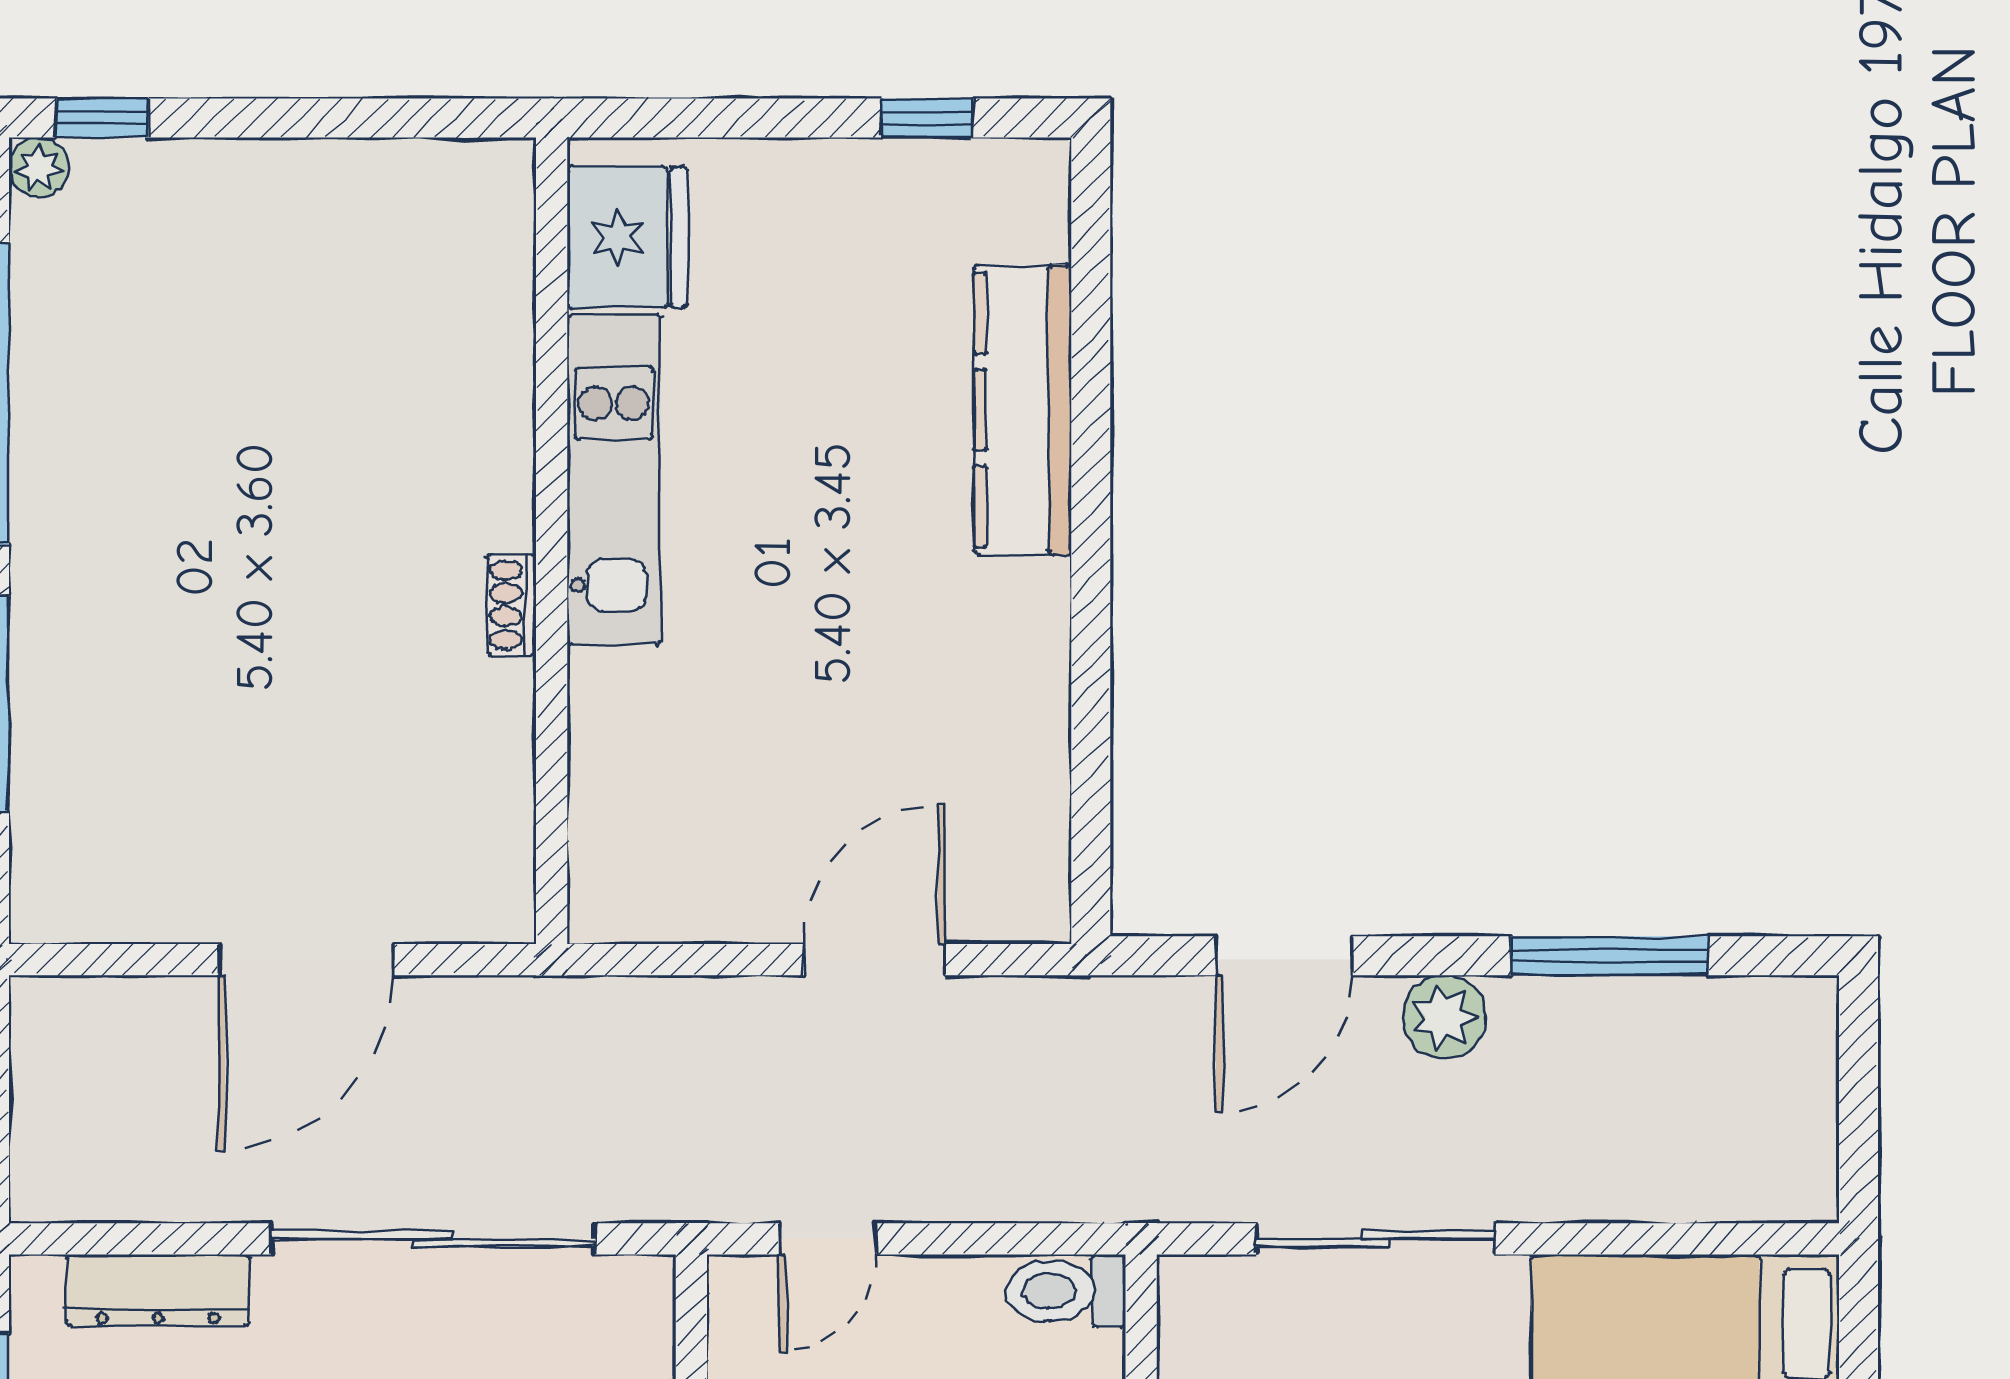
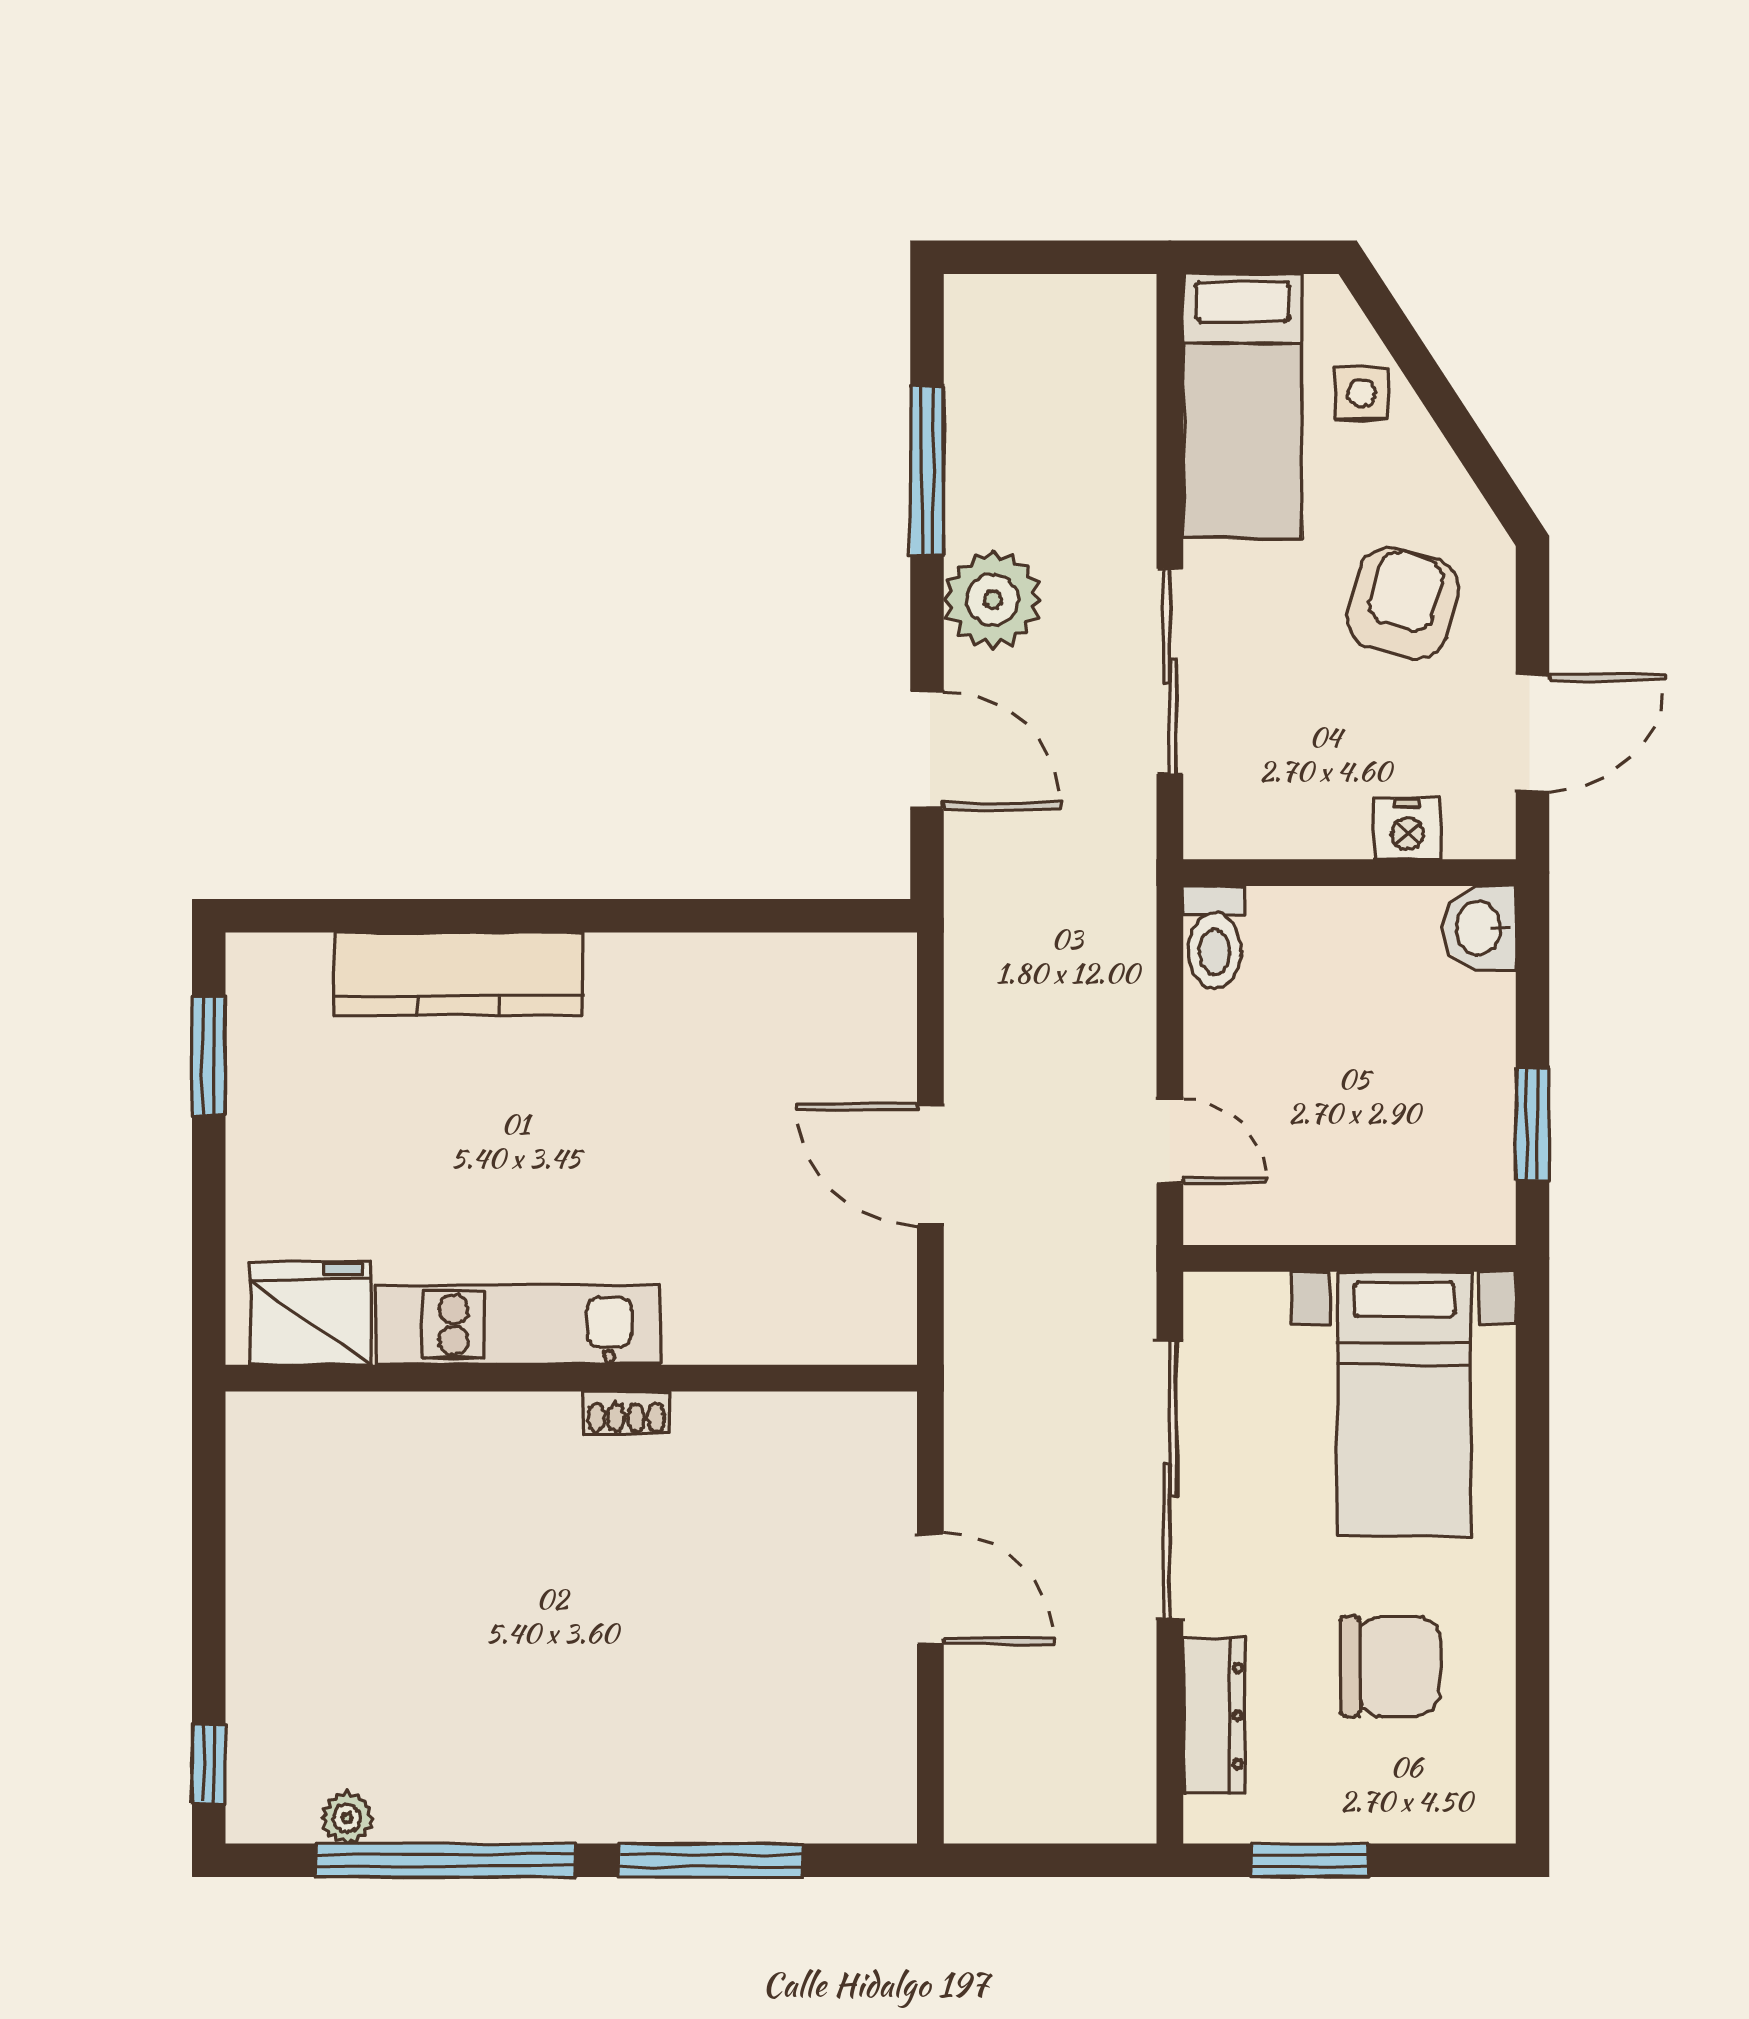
window: (927, 118) -> (209, 1057), width x1.50
plant: (39, 167) -> (347, 1818), moved
door: (306, 960) -> (930, 1589), width x0.73
door: (874, 960) -> (930, 1164), moved
plant: (1444, 1017) -> (993, 600), width x1.36, depth x1.36

